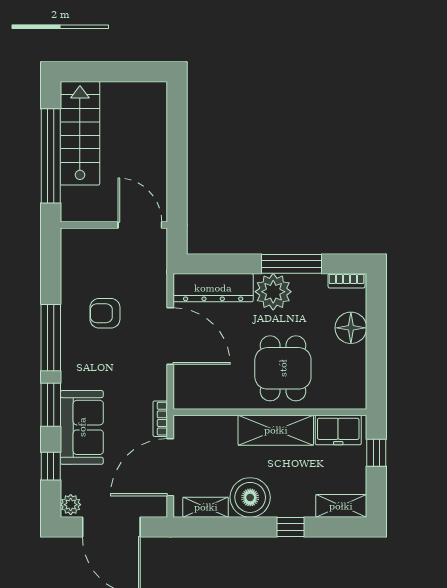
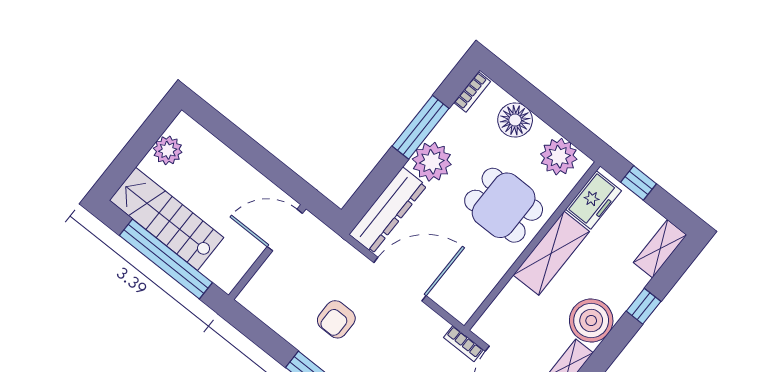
plant: (130, 95) -> (168, 150), added
plant: (350, 380) -> (559, 157), added

